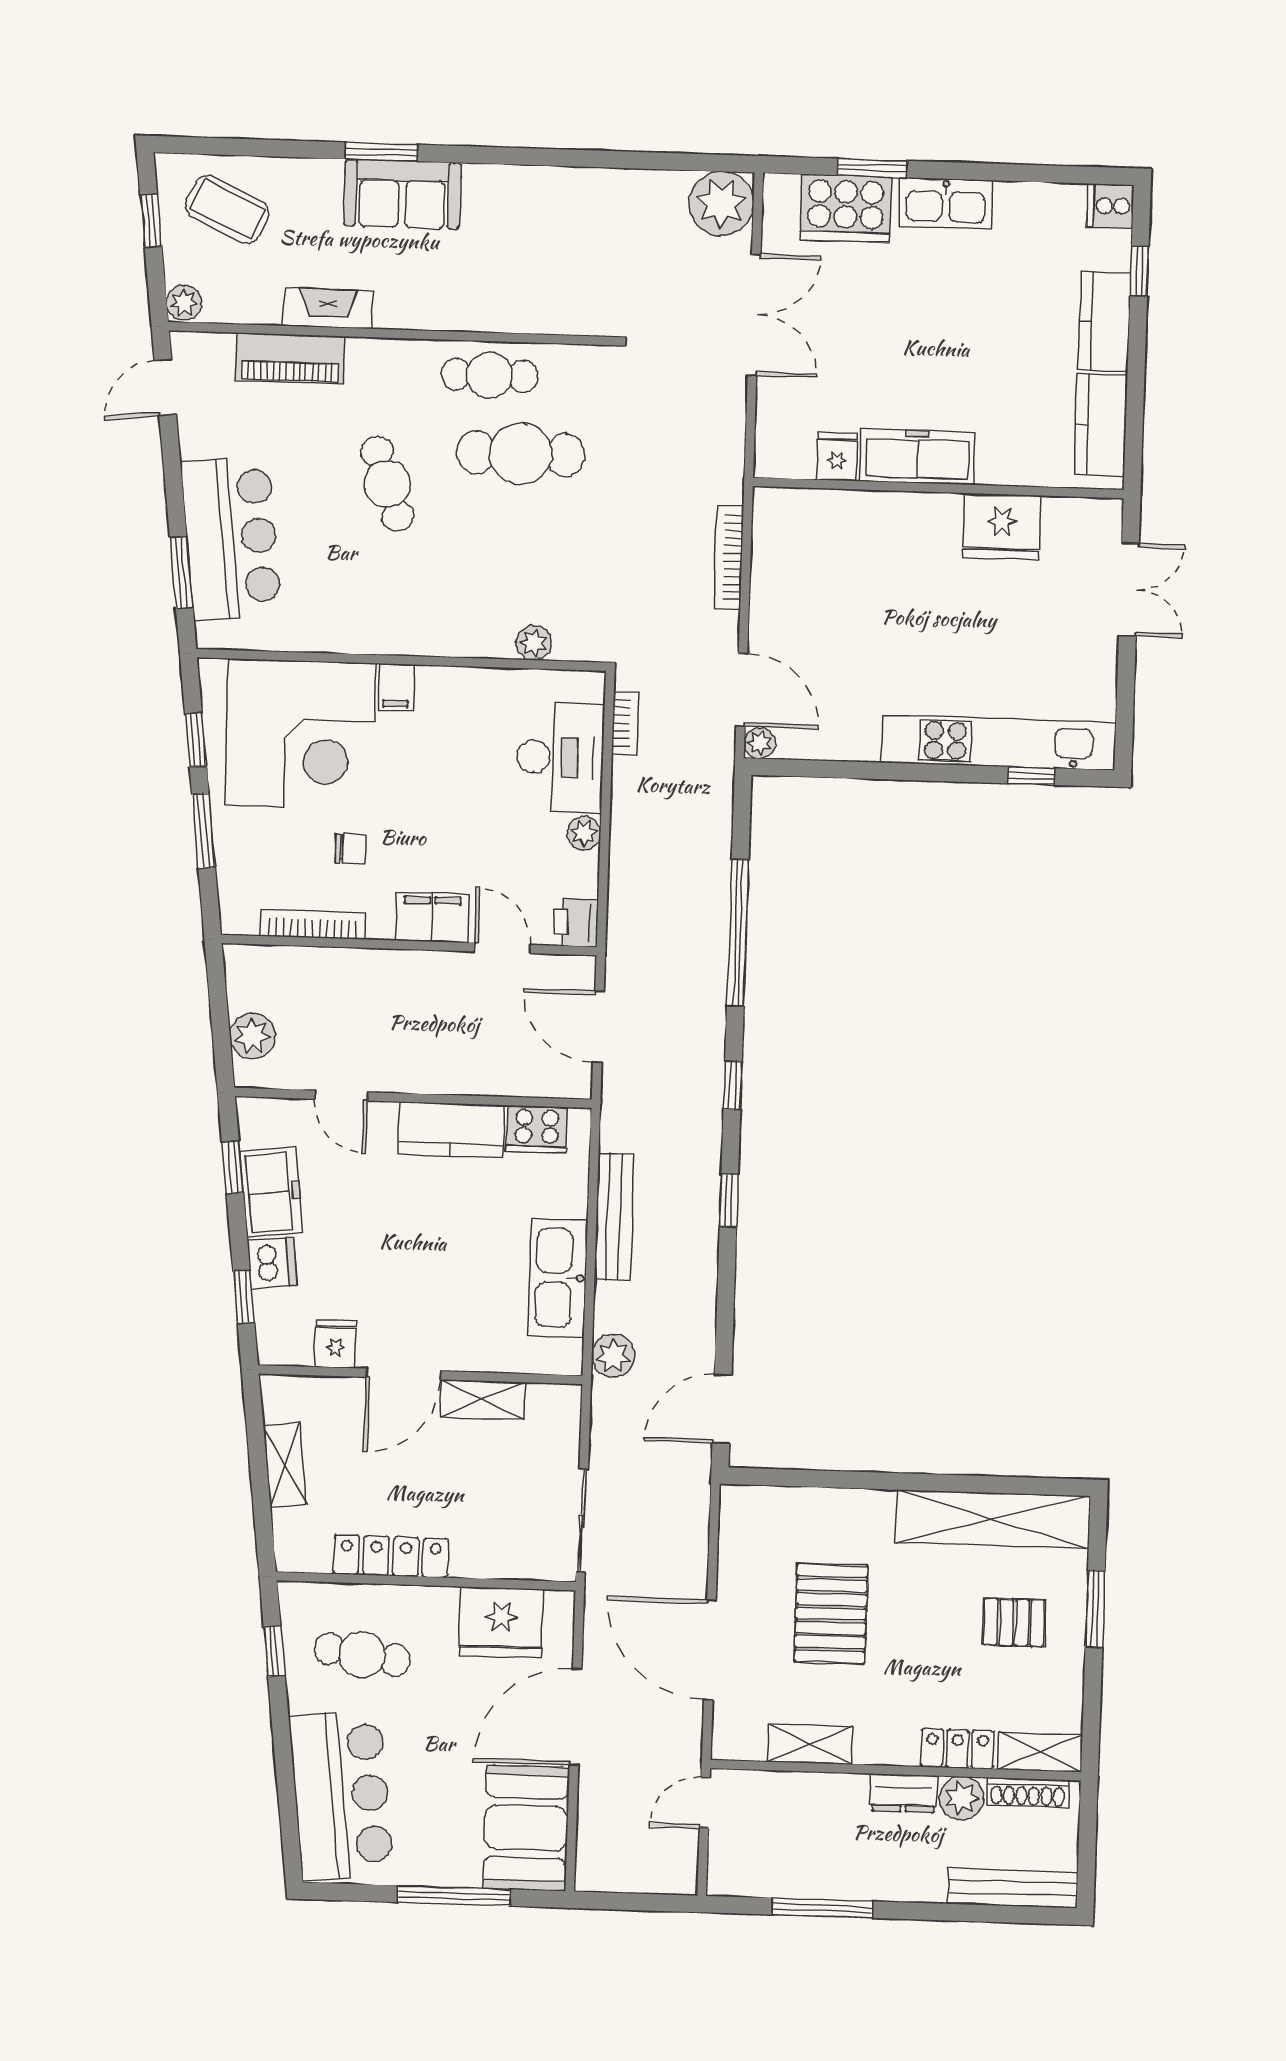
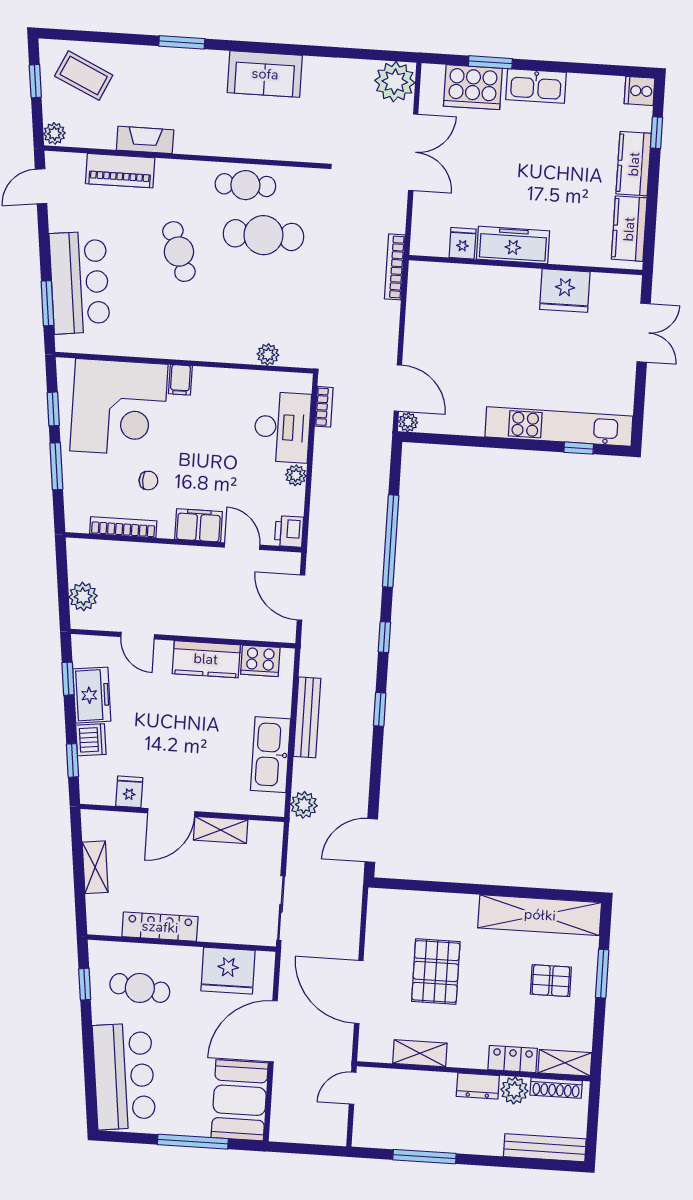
sofa: (402, 194) -> (265, 74), moved
bookcase: (729, 557) -> (395, 267), moved

